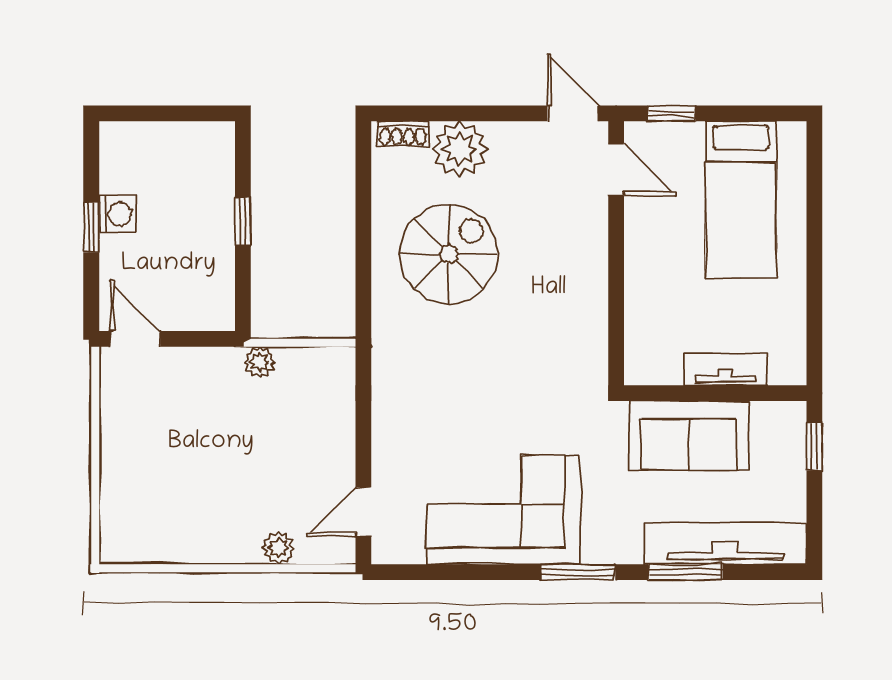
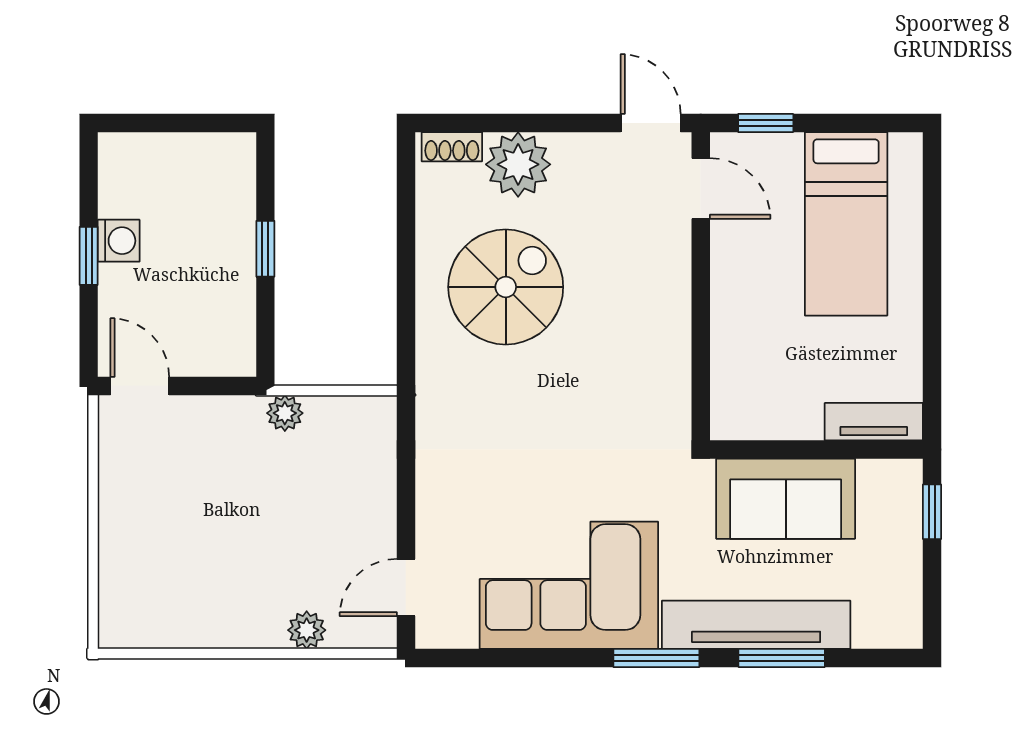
tv unit: (725, 369) -> (874, 422), moved
tv unit: (726, 544) -> (756, 625), moved

